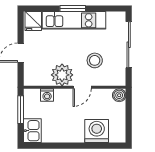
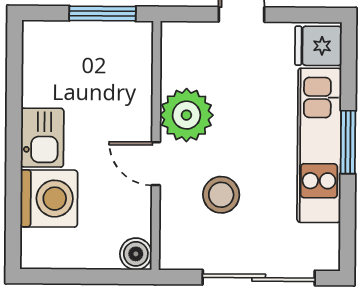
washing machine: (47, 95) -> (138, 78), removed
kitchen sink: (32, 131) -> (42, 138), moved, turned -90

